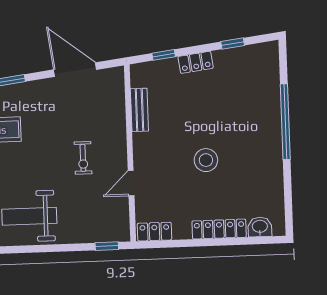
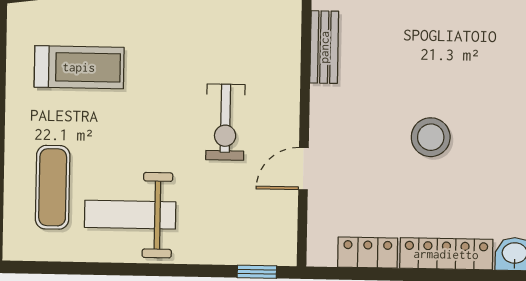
exercise bike: (83, 158) -> (225, 122), width x1.38, depth x1.39
locker: (154, 232) -> (368, 253), moved

